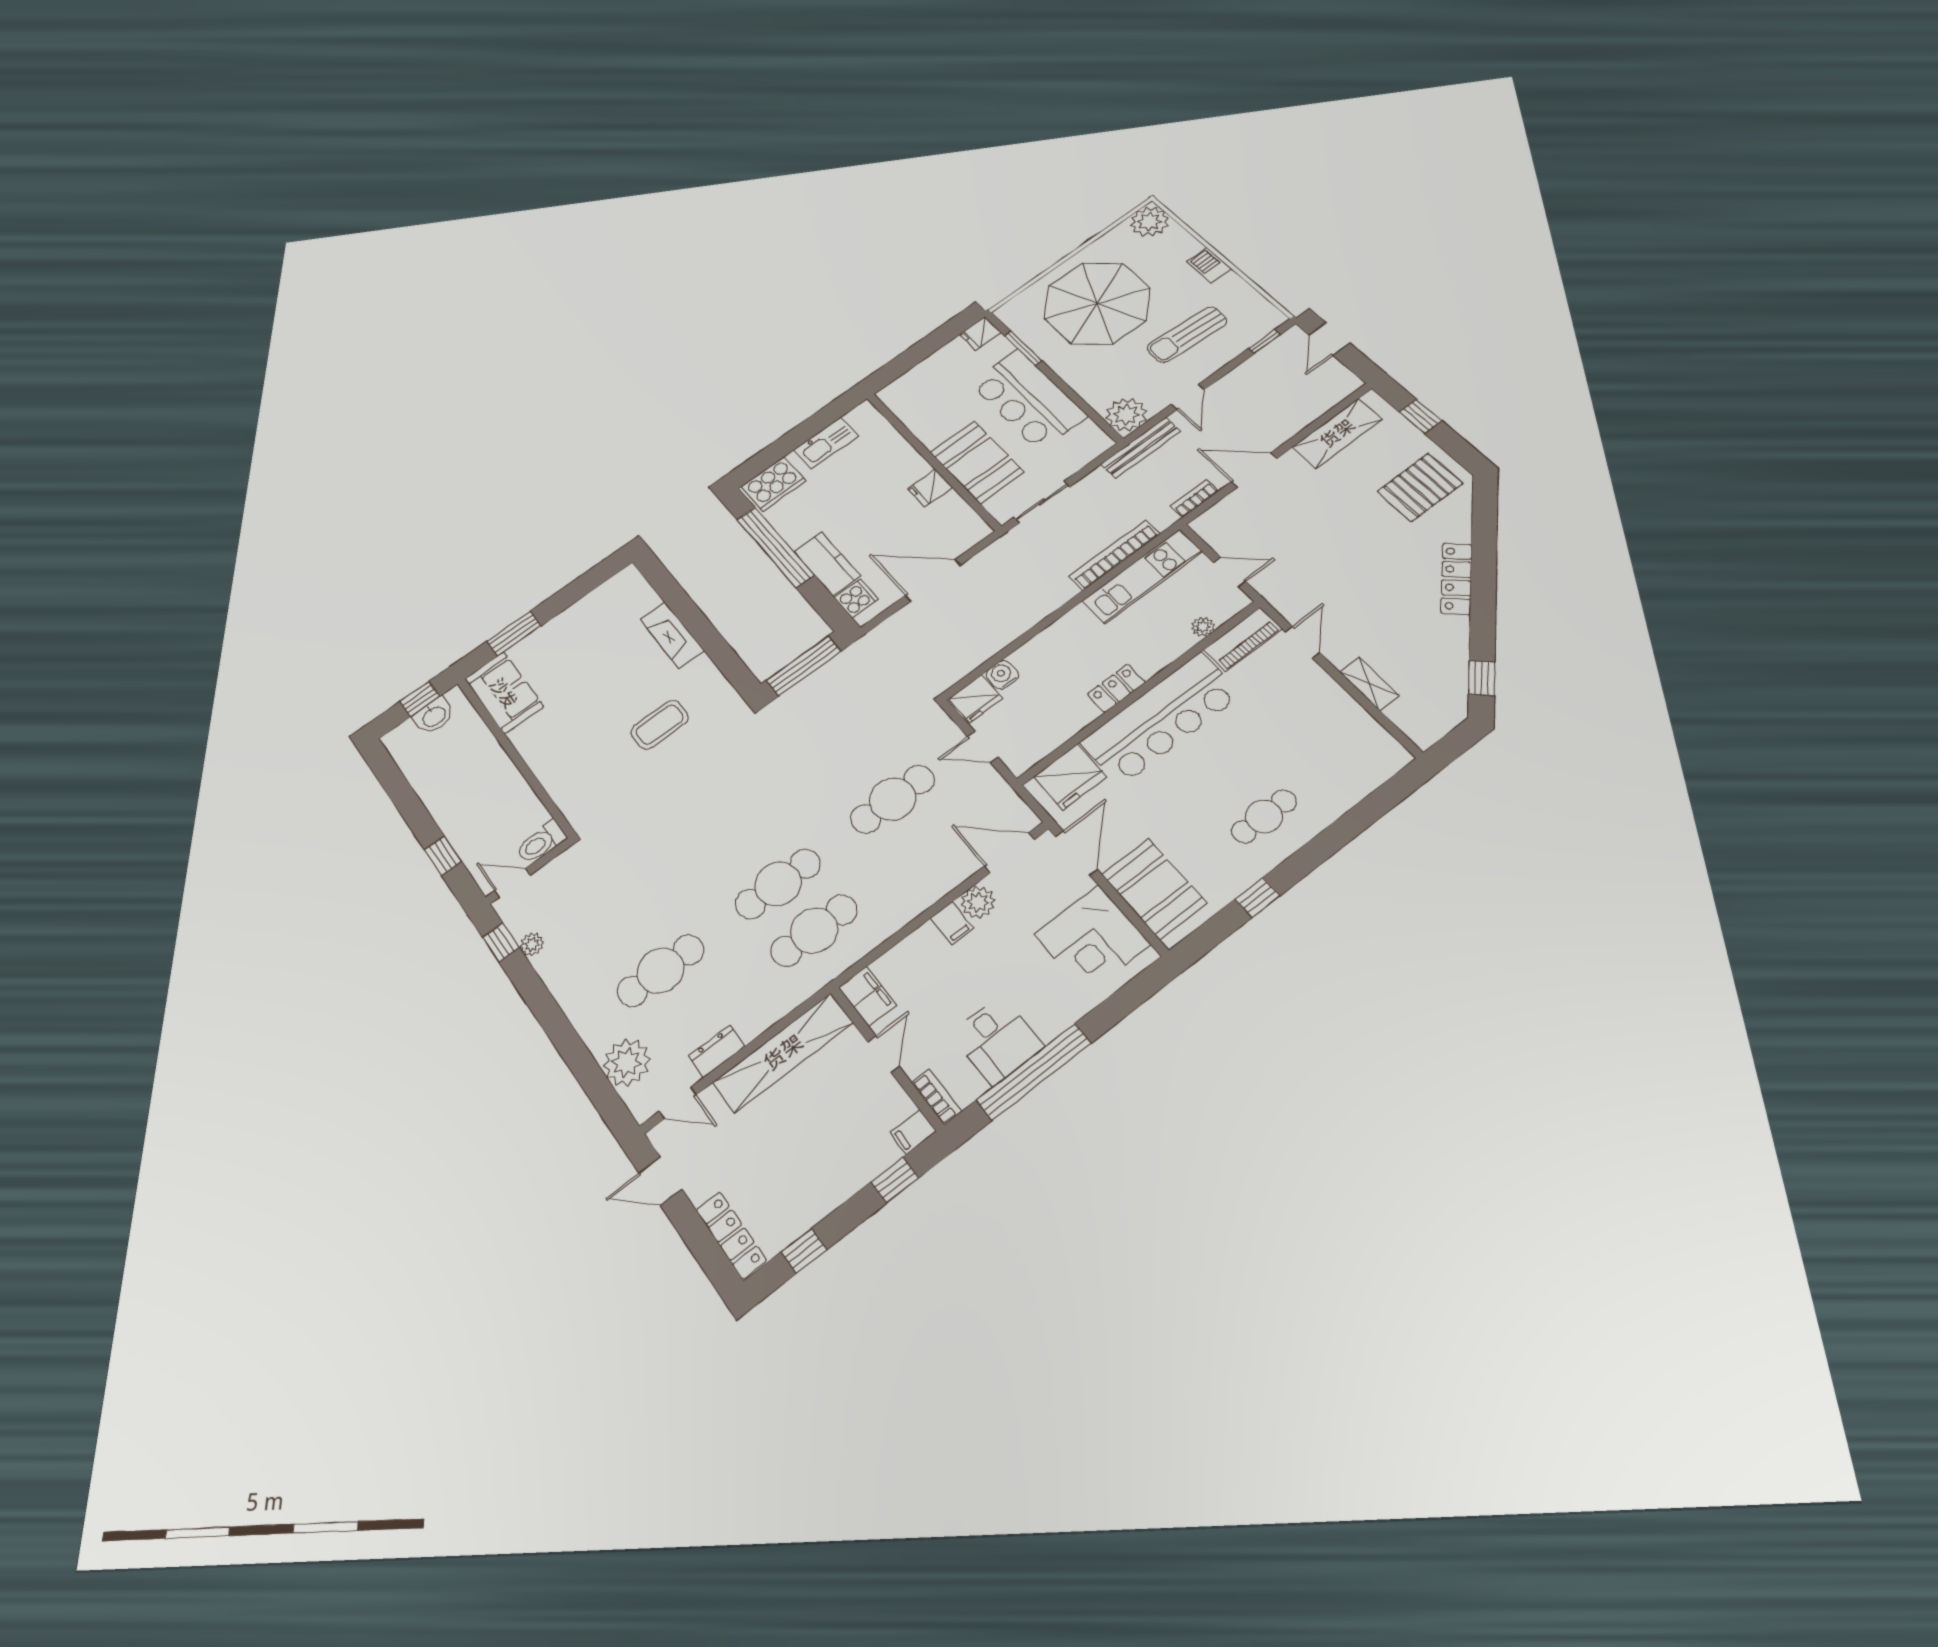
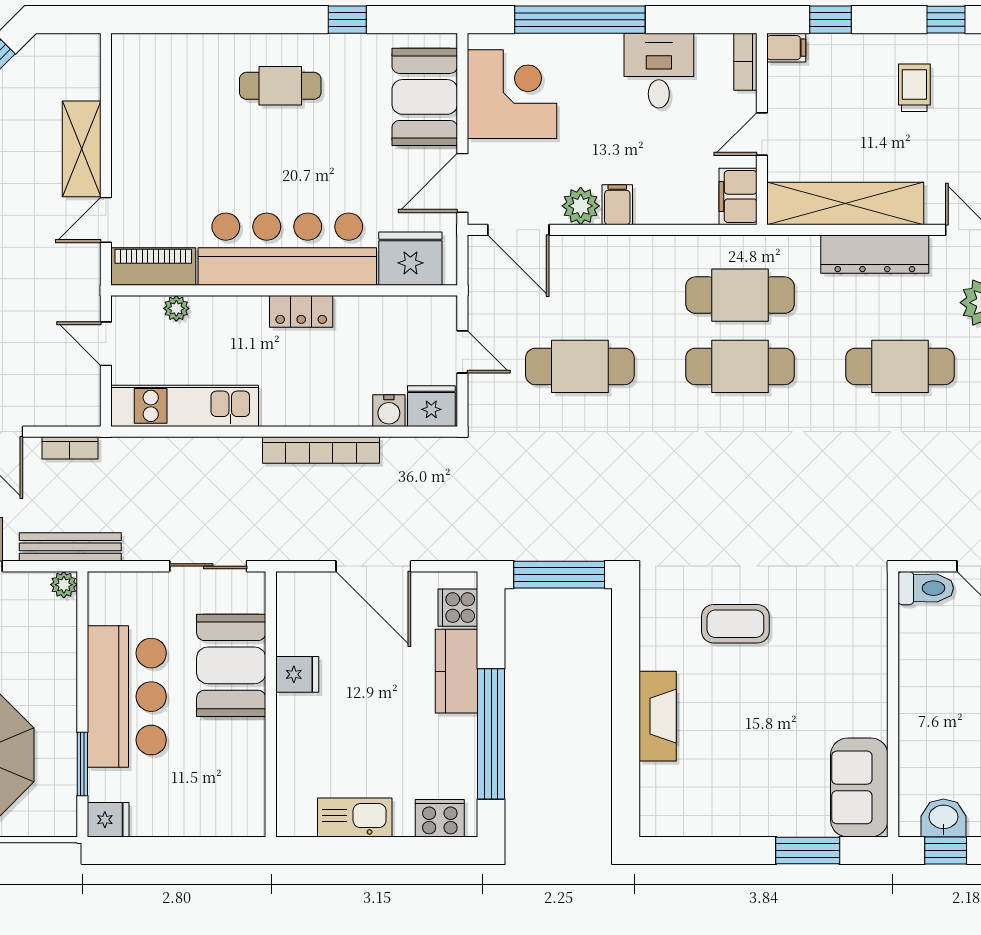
plant: (1126, 415) -> (64, 585), width x0.53, depth x0.53
cooker: (774, 484) -> (440, 818), width x0.73, depth x0.76
bookcase: (1114, 555) -> (321, 450), moved
shelving: (1369, 684) -> (82, 149), width x1.50, depth x1.33
dresser: (717, 1051) -> (875, 254), width x1.96, depth x1.24
window: (1034, 1072) -> (580, 20), moved
trolley: (792, 1178) -> (914, 88), added

